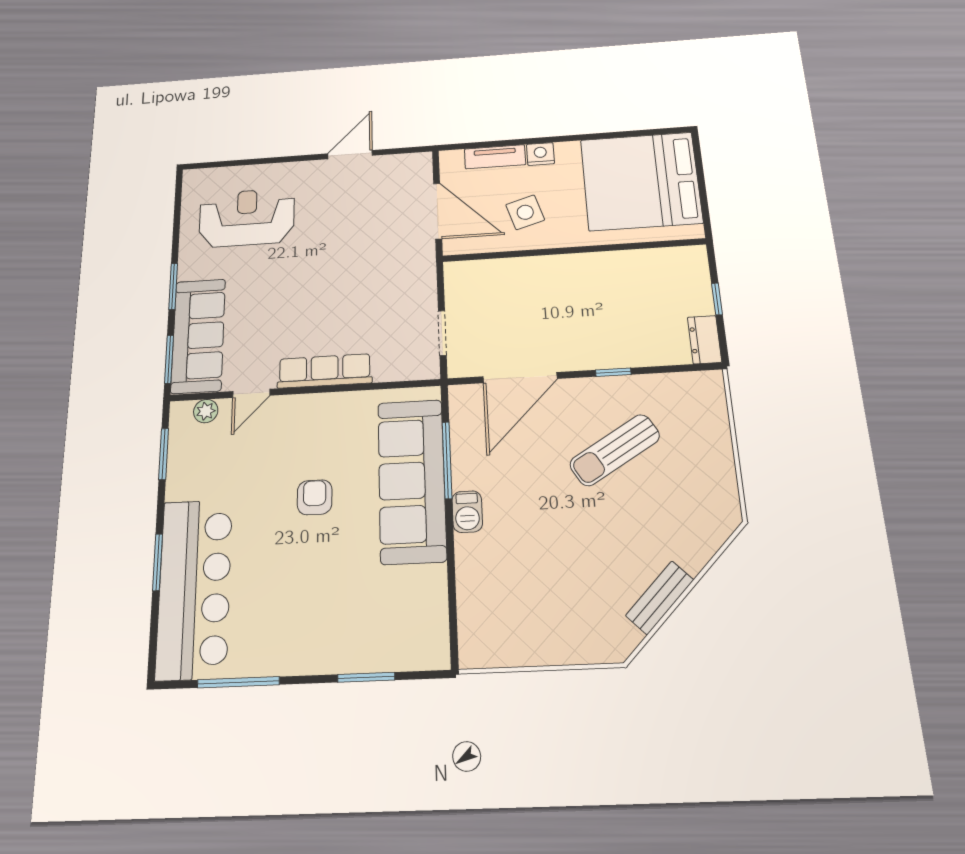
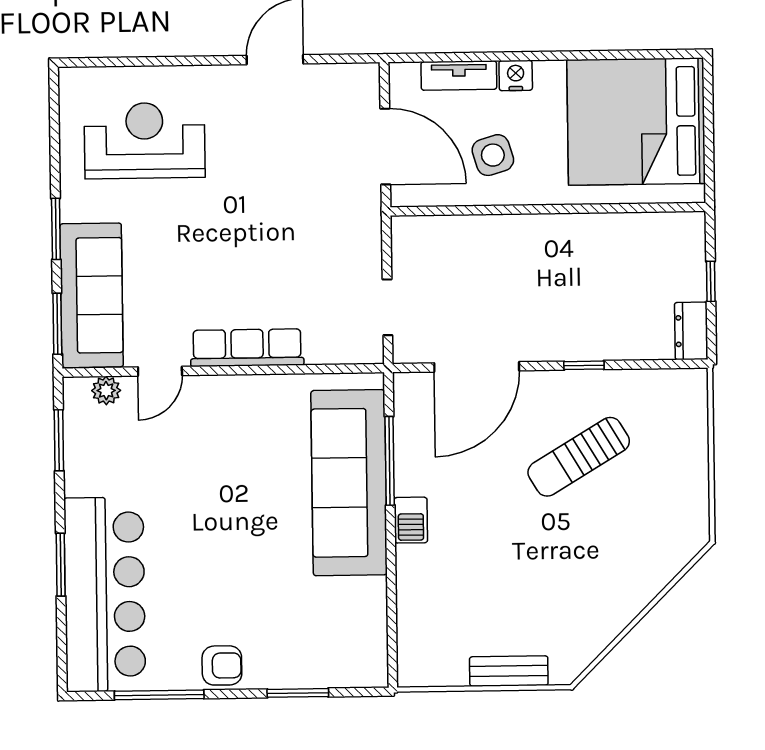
armchair: (315, 497) -> (222, 665), moved, turned 90
bench: (660, 598) -> (509, 671), moved, turned 45

